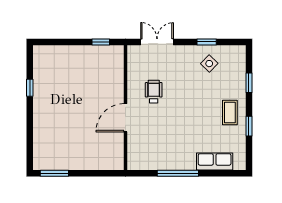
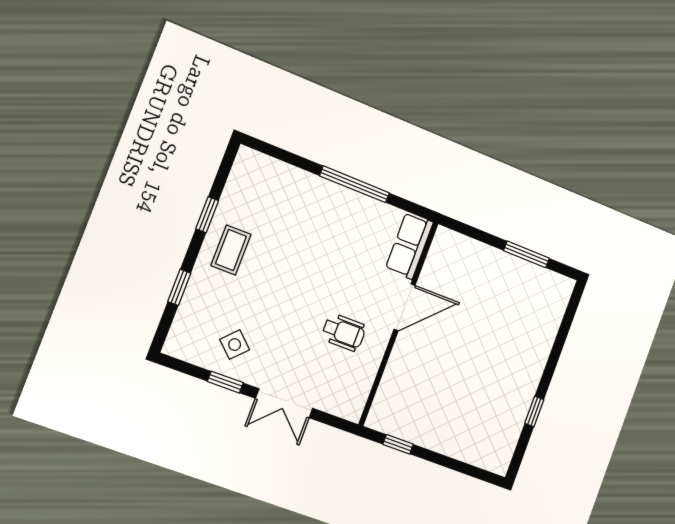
double door: (157, 42) -> (284, 403), moved
wheelchair: (154, 92) -> (344, 332), turned -90
row of seats: (215, 162) -> (409, 246), moved, turned 90
window: (54, 173) -> (527, 254), moved

